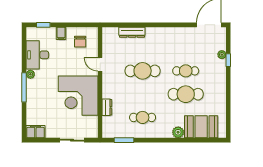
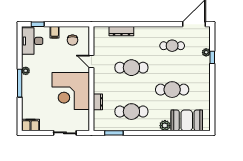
desk: (37, 55) -> (32, 41), moved
cafe table: (186, 71) -> (172, 46), moved
cafe table: (143, 117) -> (131, 112), width x1.37, depth x1.35

